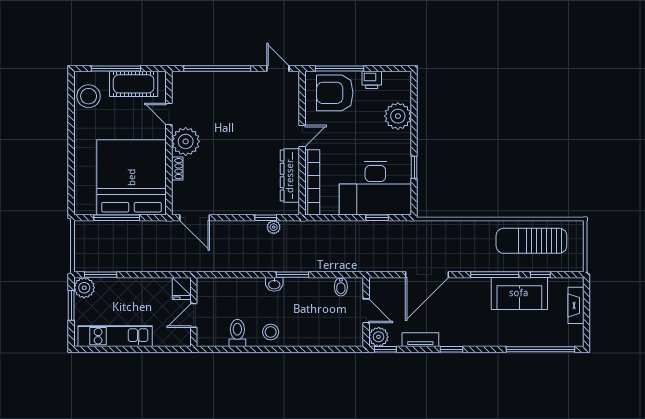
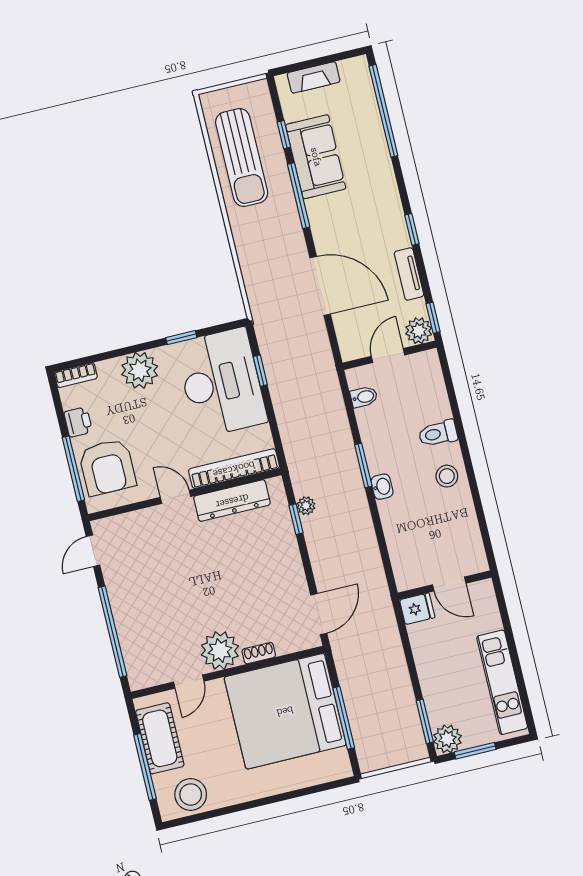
bookcase: (405, 86) -> (76, 375), added
plant: (398, 116) -> (140, 370), moved
toilet: (237, 333) -> (438, 433), moved

